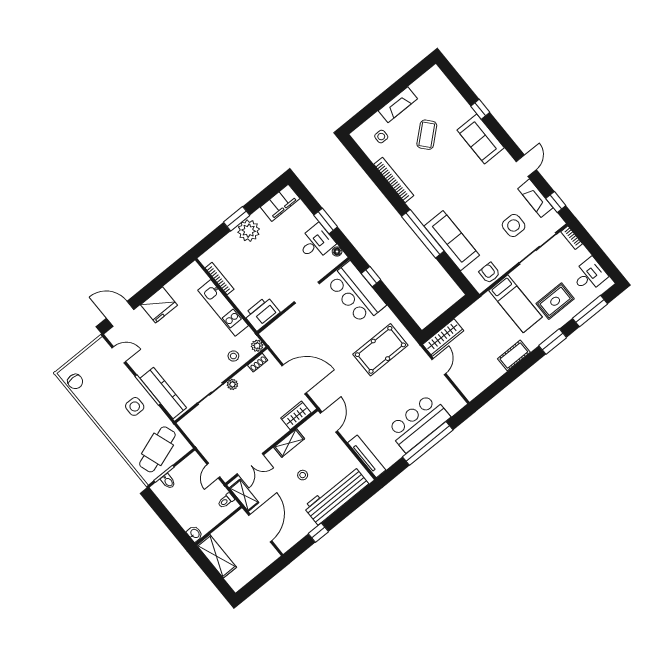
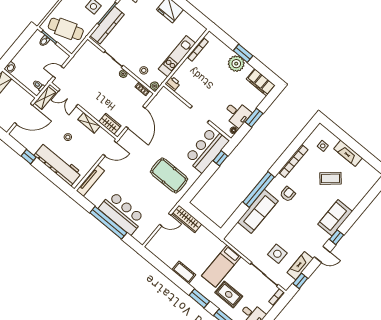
window: (480, 109) -> (337, 237), moved
armchair: (490, 273) -> (288, 194), moved
printer: (262, 313) -> (173, 84), width x0.53, depth x0.68

